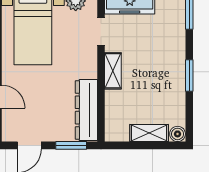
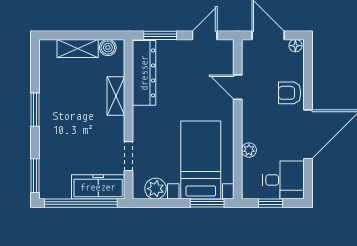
shelving: (113, 71) -> (116, 96), moved
boiler: (178, 134) -> (108, 48), moved

